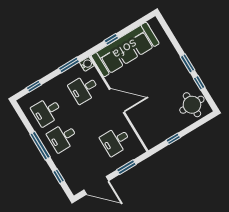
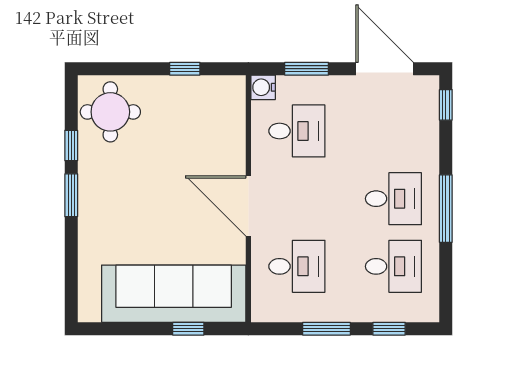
water cooler: (87, 64) -> (263, 87), moved
window: (69, 65) -> (327, 329), moved
window: (59, 176) -> (446, 105), moved

